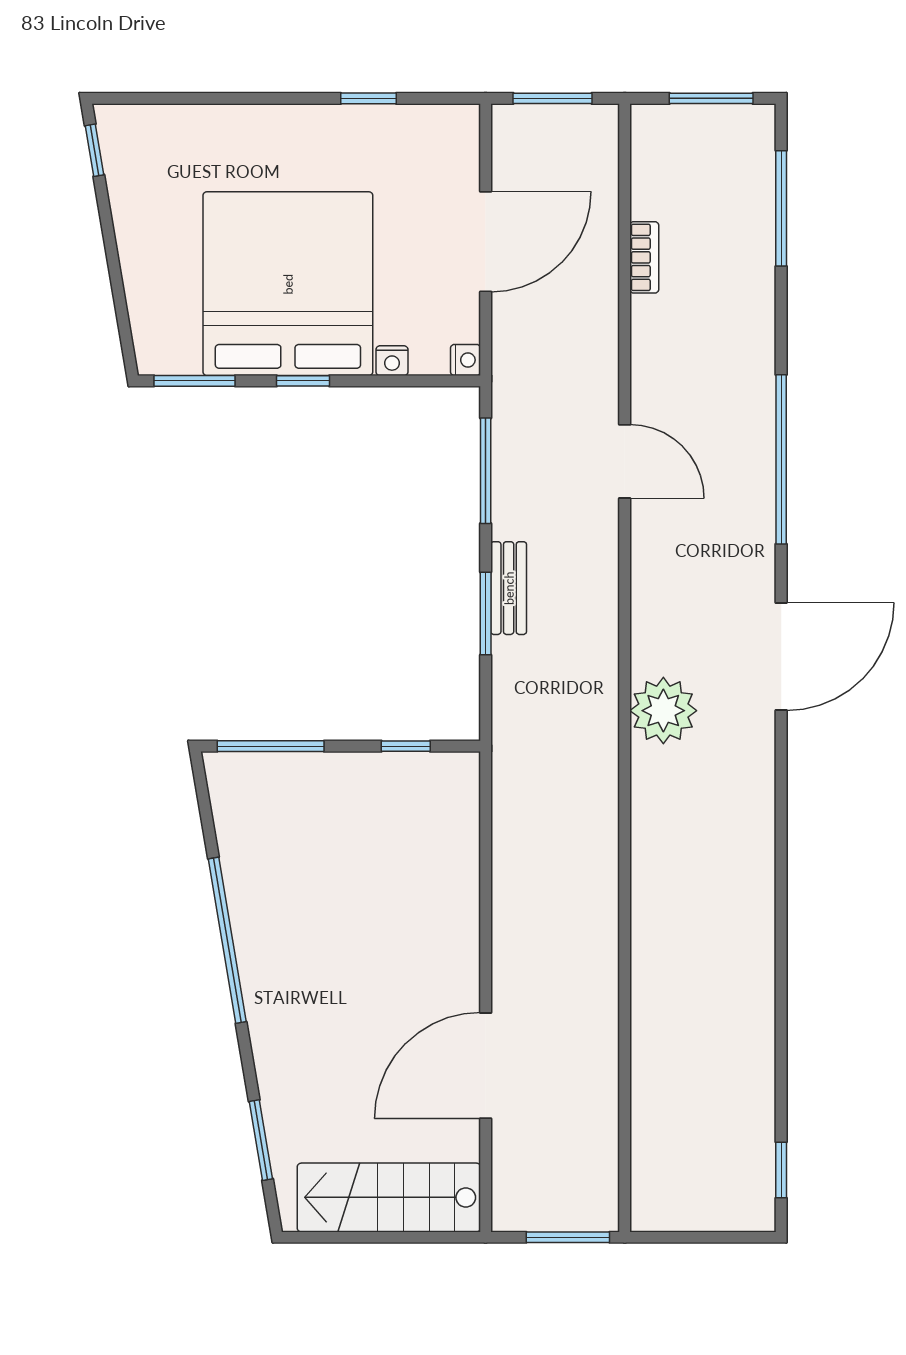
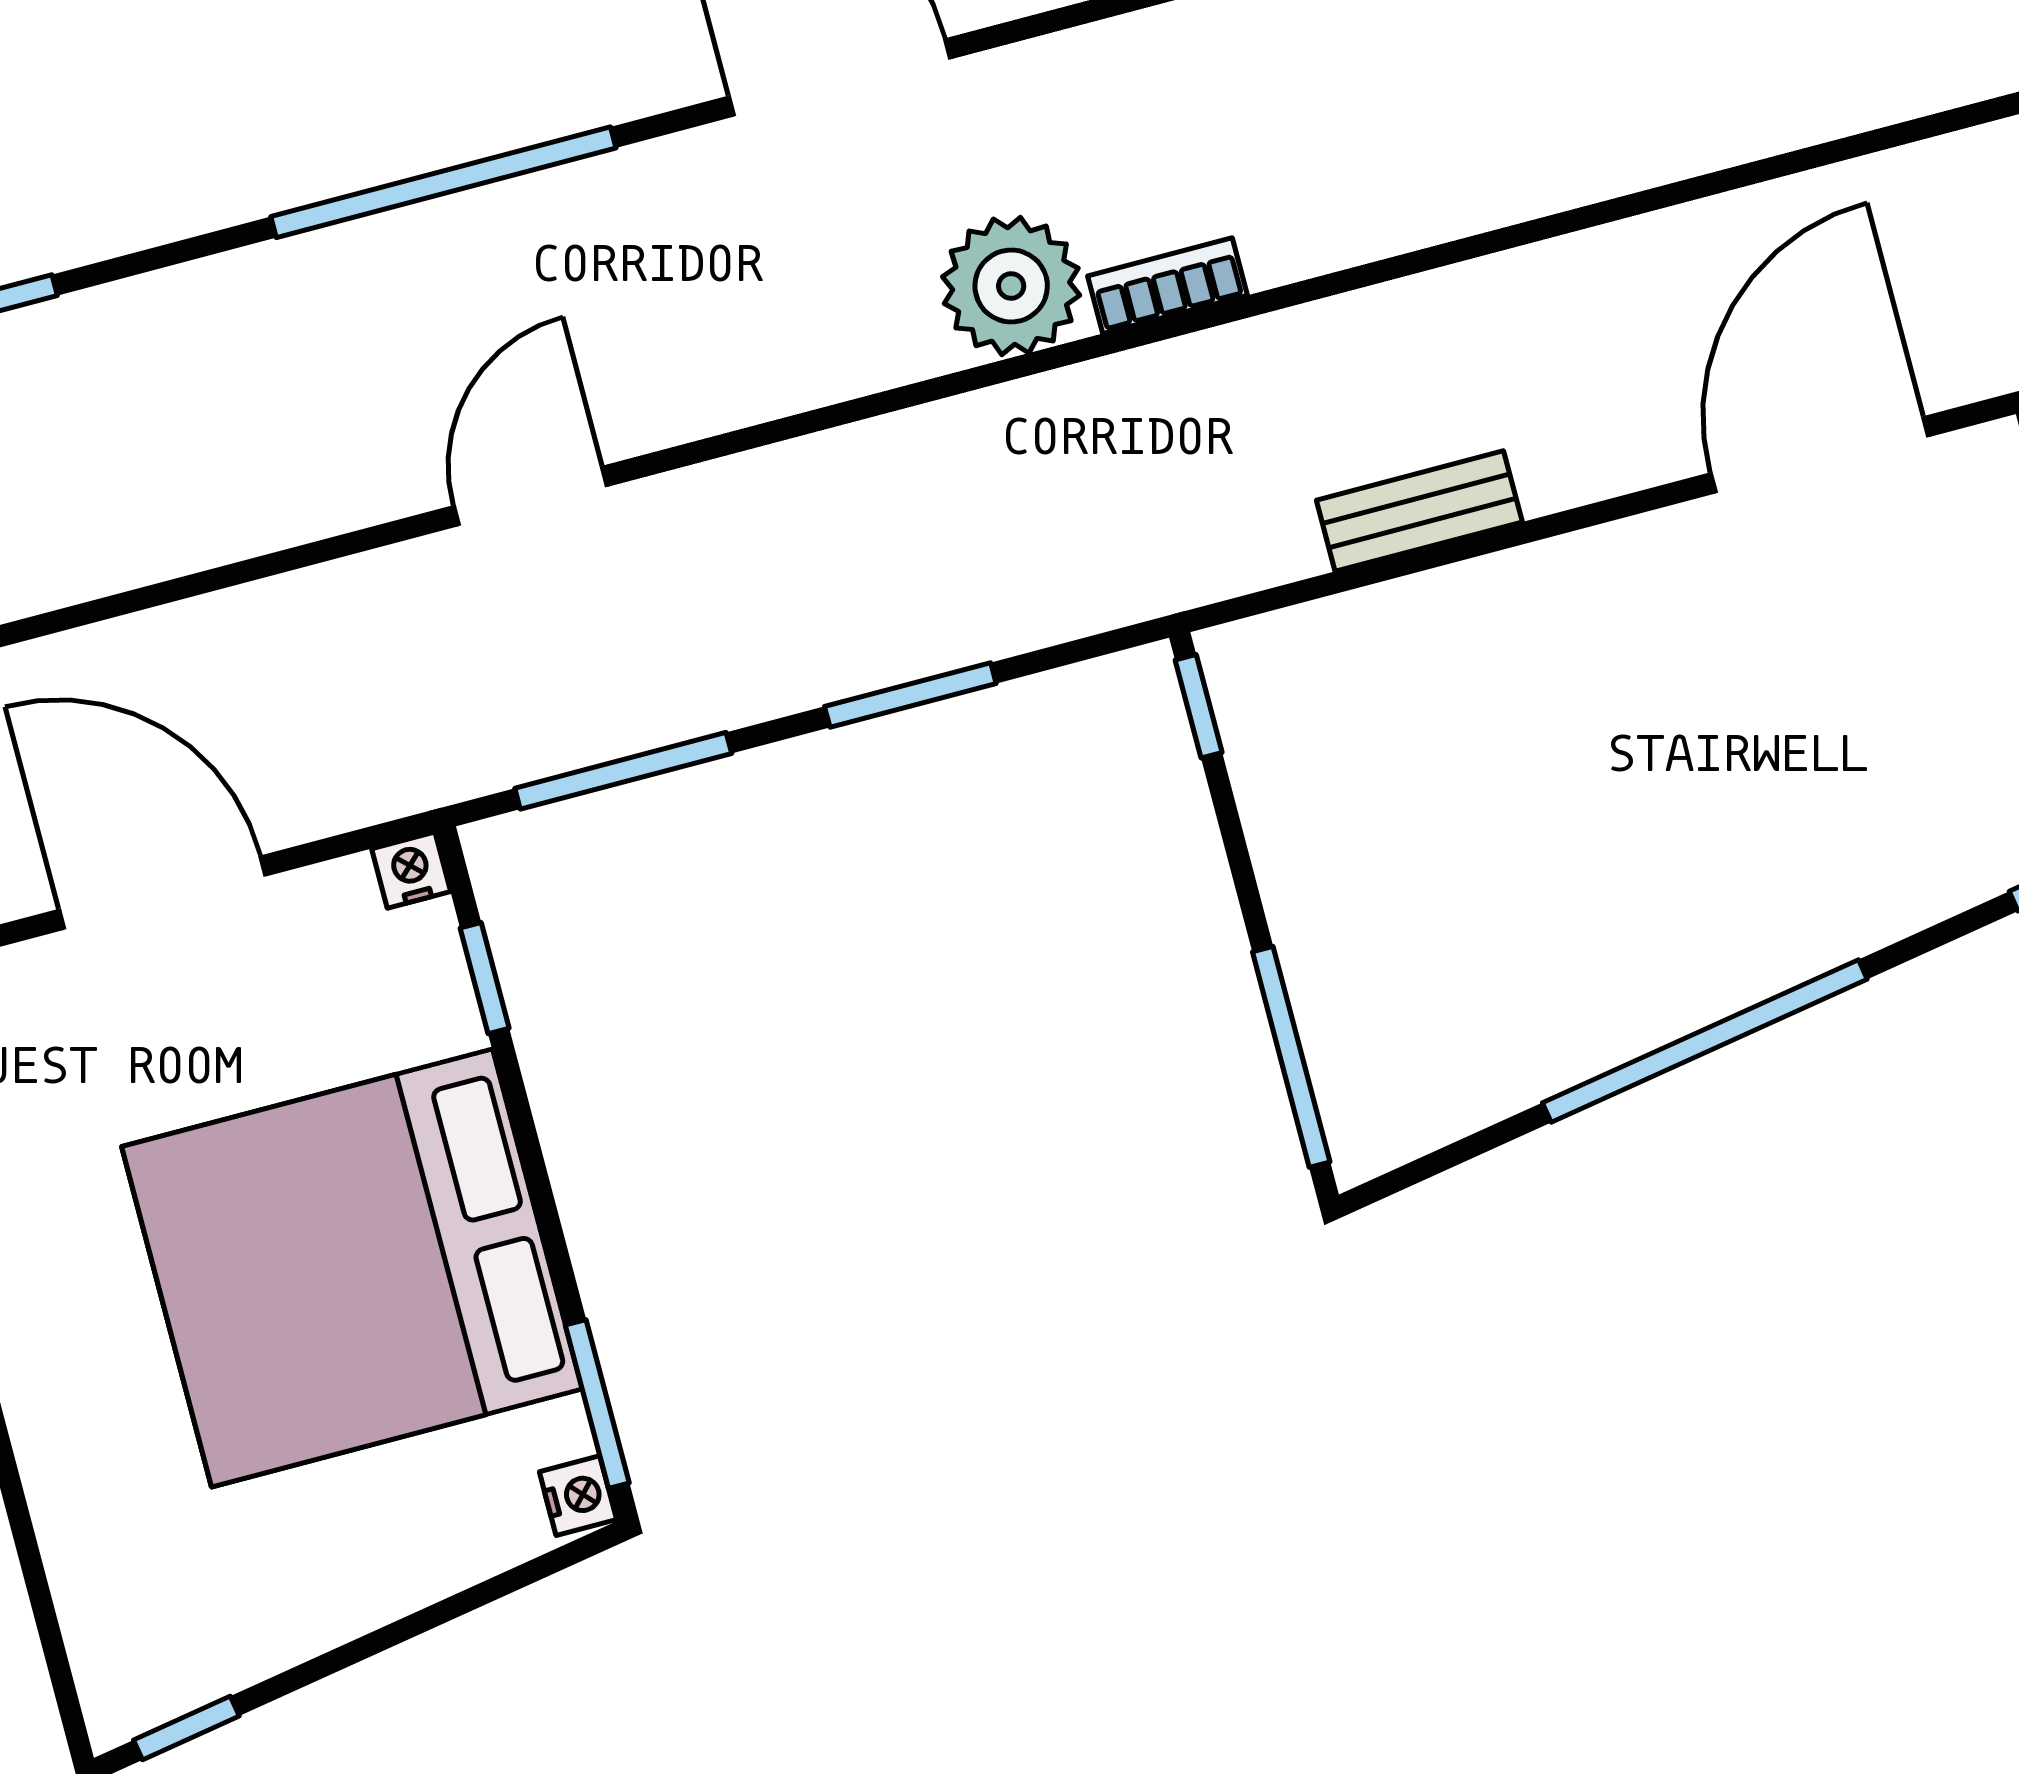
bookcase: (644, 257) -> (1168, 286), moved
nightstand: (392, 361) -> (578, 1496), moved
window: (303, 381) -> (485, 978), moved
bench: (509, 588) -> (1419, 511), moved
window: (406, 746) -> (1199, 706), moved
door: (486, 1066) -> (1820, 455), swing flipped

